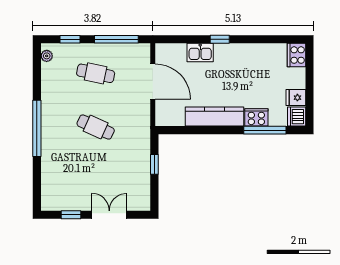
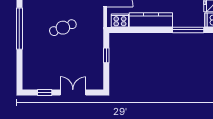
cooker: (256, 117) -> (120, 21), moved
cafe table: (96, 127) -> (63, 28), turned -45

